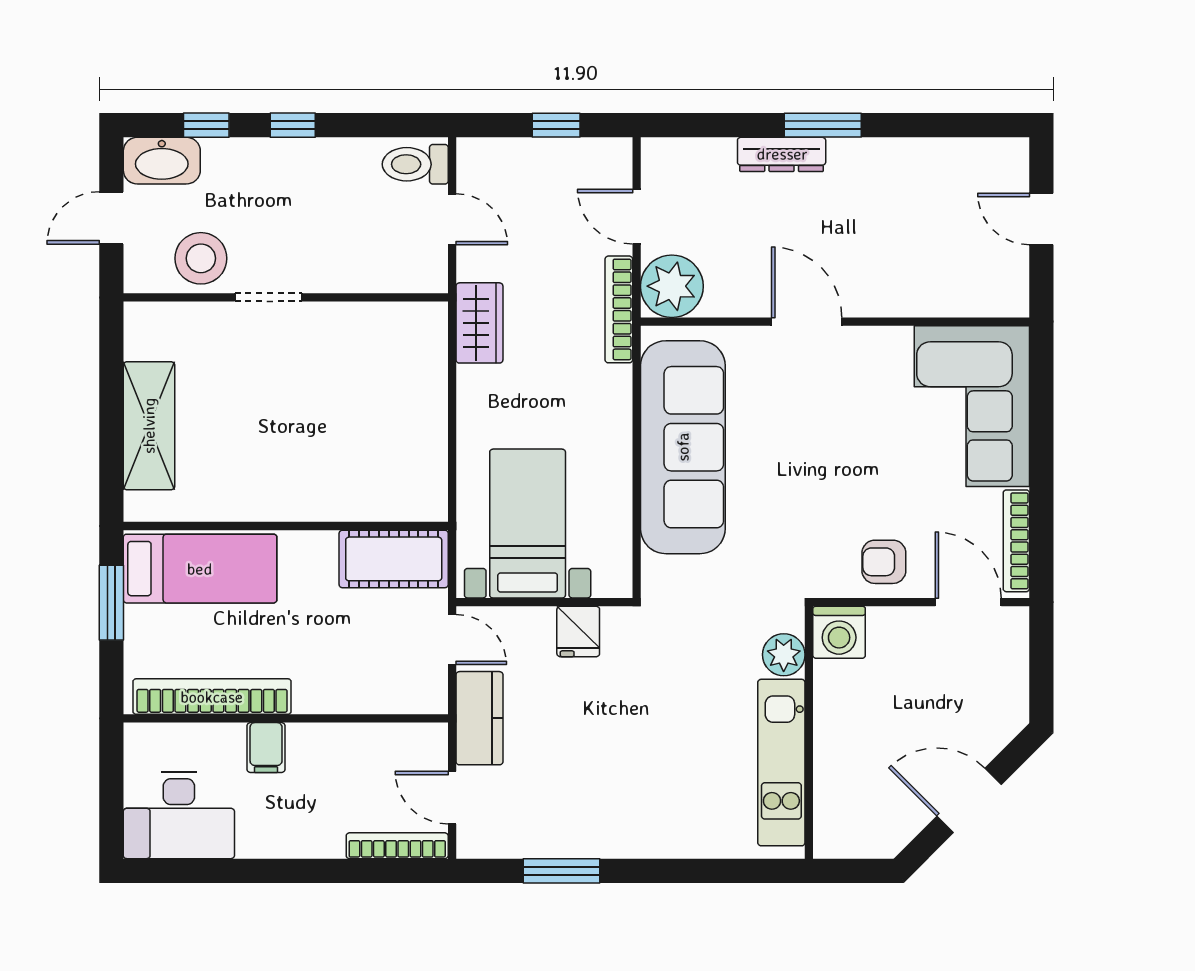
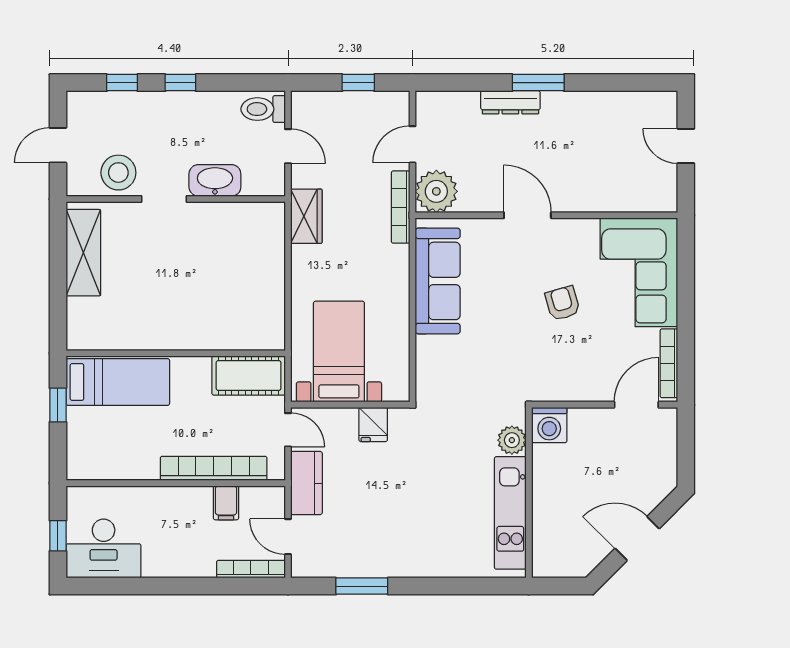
washbasin: (162, 161) -> (215, 180), moved, turned 180
door: (637, 217) -> (413, 144), hinge flipped
shelving: (149, 426) -> (83, 253), moved
sofa: (683, 447) -> (438, 281), width x0.74, depth x0.79
armchair: (884, 562) -> (562, 303), moved, turned 74
door: (968, 602) -> (636, 405), hinge flipped
window: (111, 603) -> (58, 405), width x0.67
bookcase: (212, 697) -> (214, 468), moved
filing cabinet: (266, 748) -> (226, 503), moved
window: (111, 796) -> (58, 536), added

